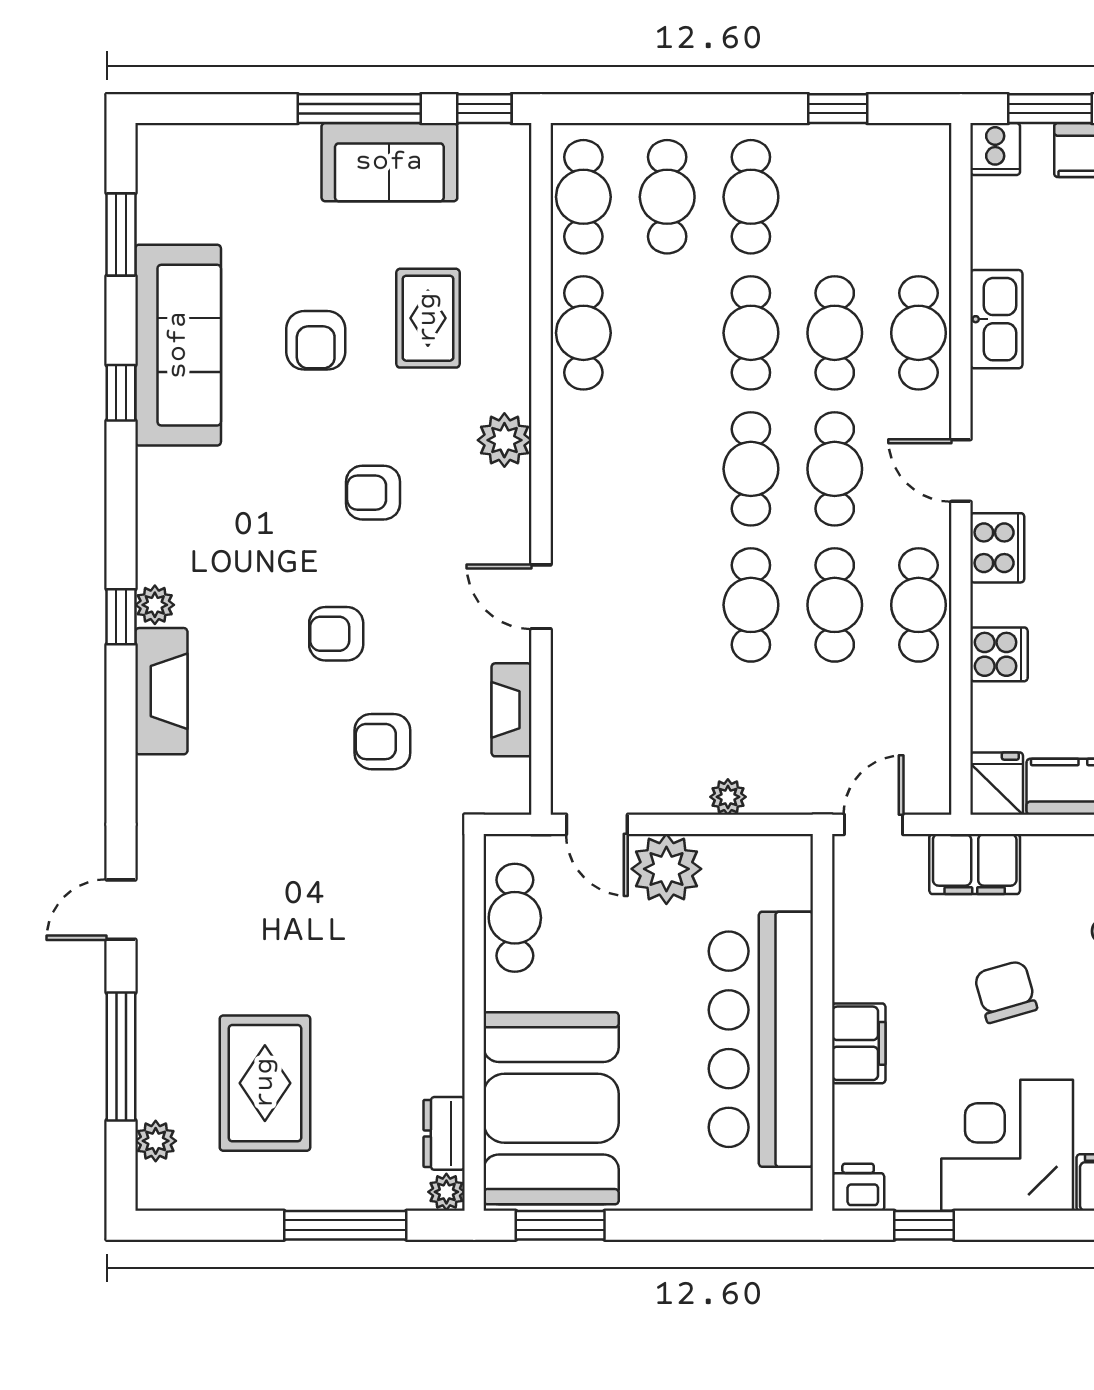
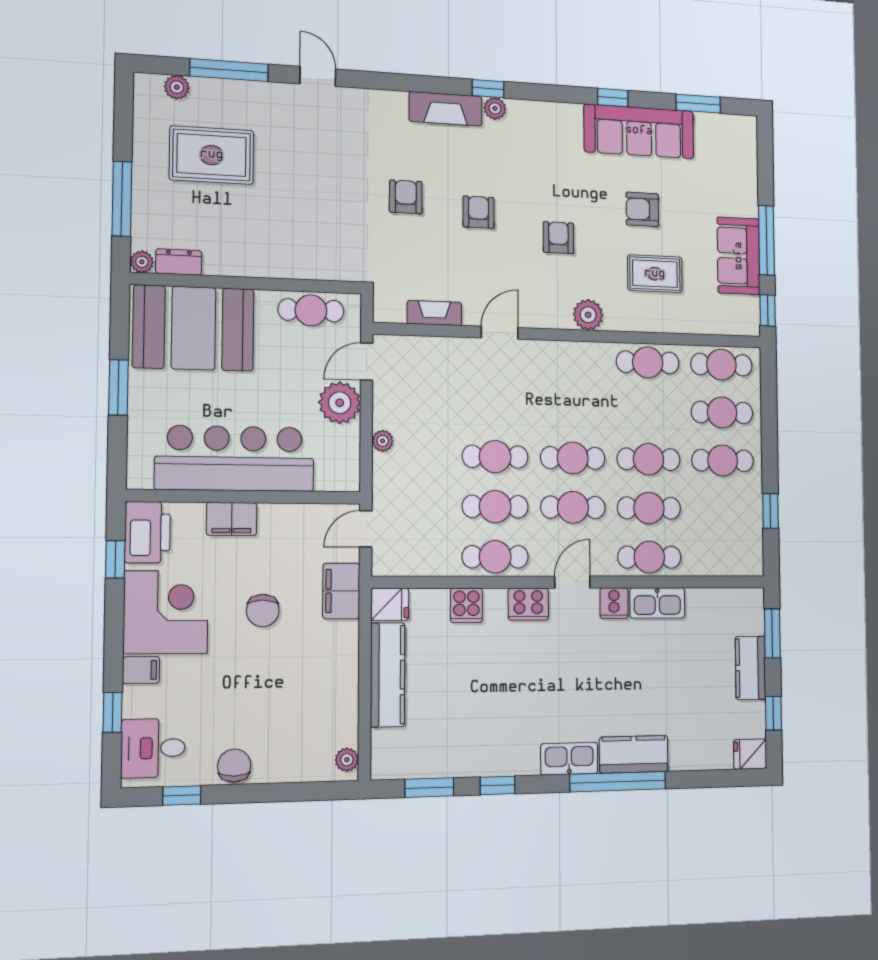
cooker: (995, 149) -> (614, 603), moved, turned -90
armchair: (382, 742) -> (406, 197), moved
door: (873, 824) -> (366, 529), swing flipped
chair: (1006, 992) -> (263, 611), turned 106
printer: (858, 1187) -> (148, 532), width x1.87, depth x1.48
window: (560, 1225) -> (118, 387), moved

